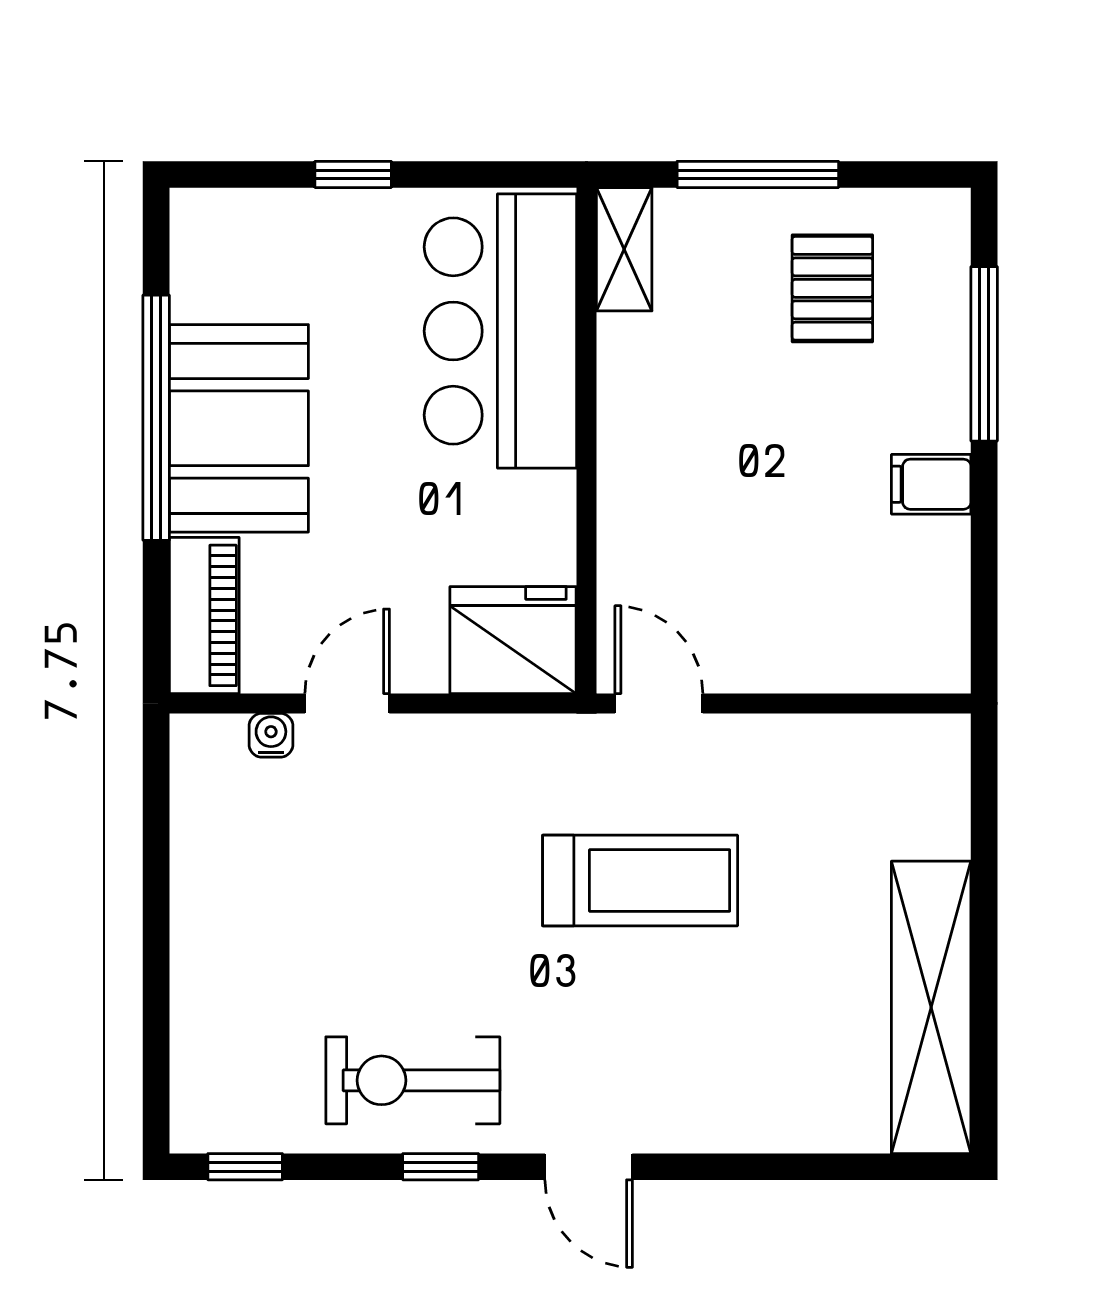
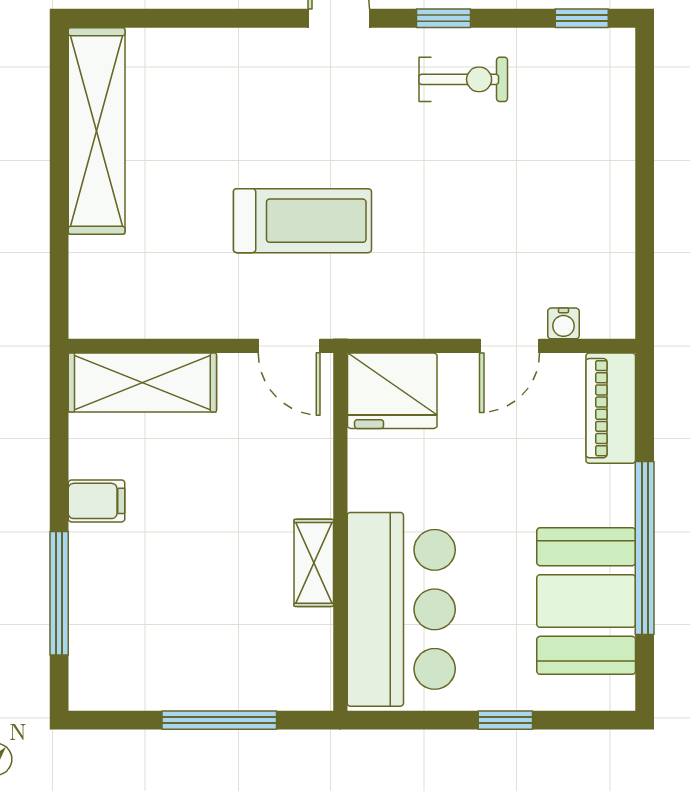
shelving: (624, 249) -> (314, 563), moved
pallet: (832, 288) -> (166, 639), removed
booth: (239, 428) -> (586, 601), moved
shelving: (866, 652) -> (142, 383), added
treadmill: (640, 881) -> (302, 221), turned 180
exercise bike: (413, 1080) -> (463, 79), width x0.73, depth x0.72

